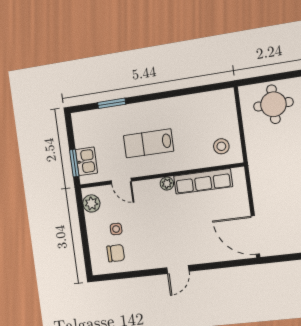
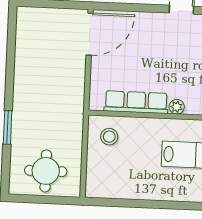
door: (255, 235) -> (90, 34), hinge flipped

